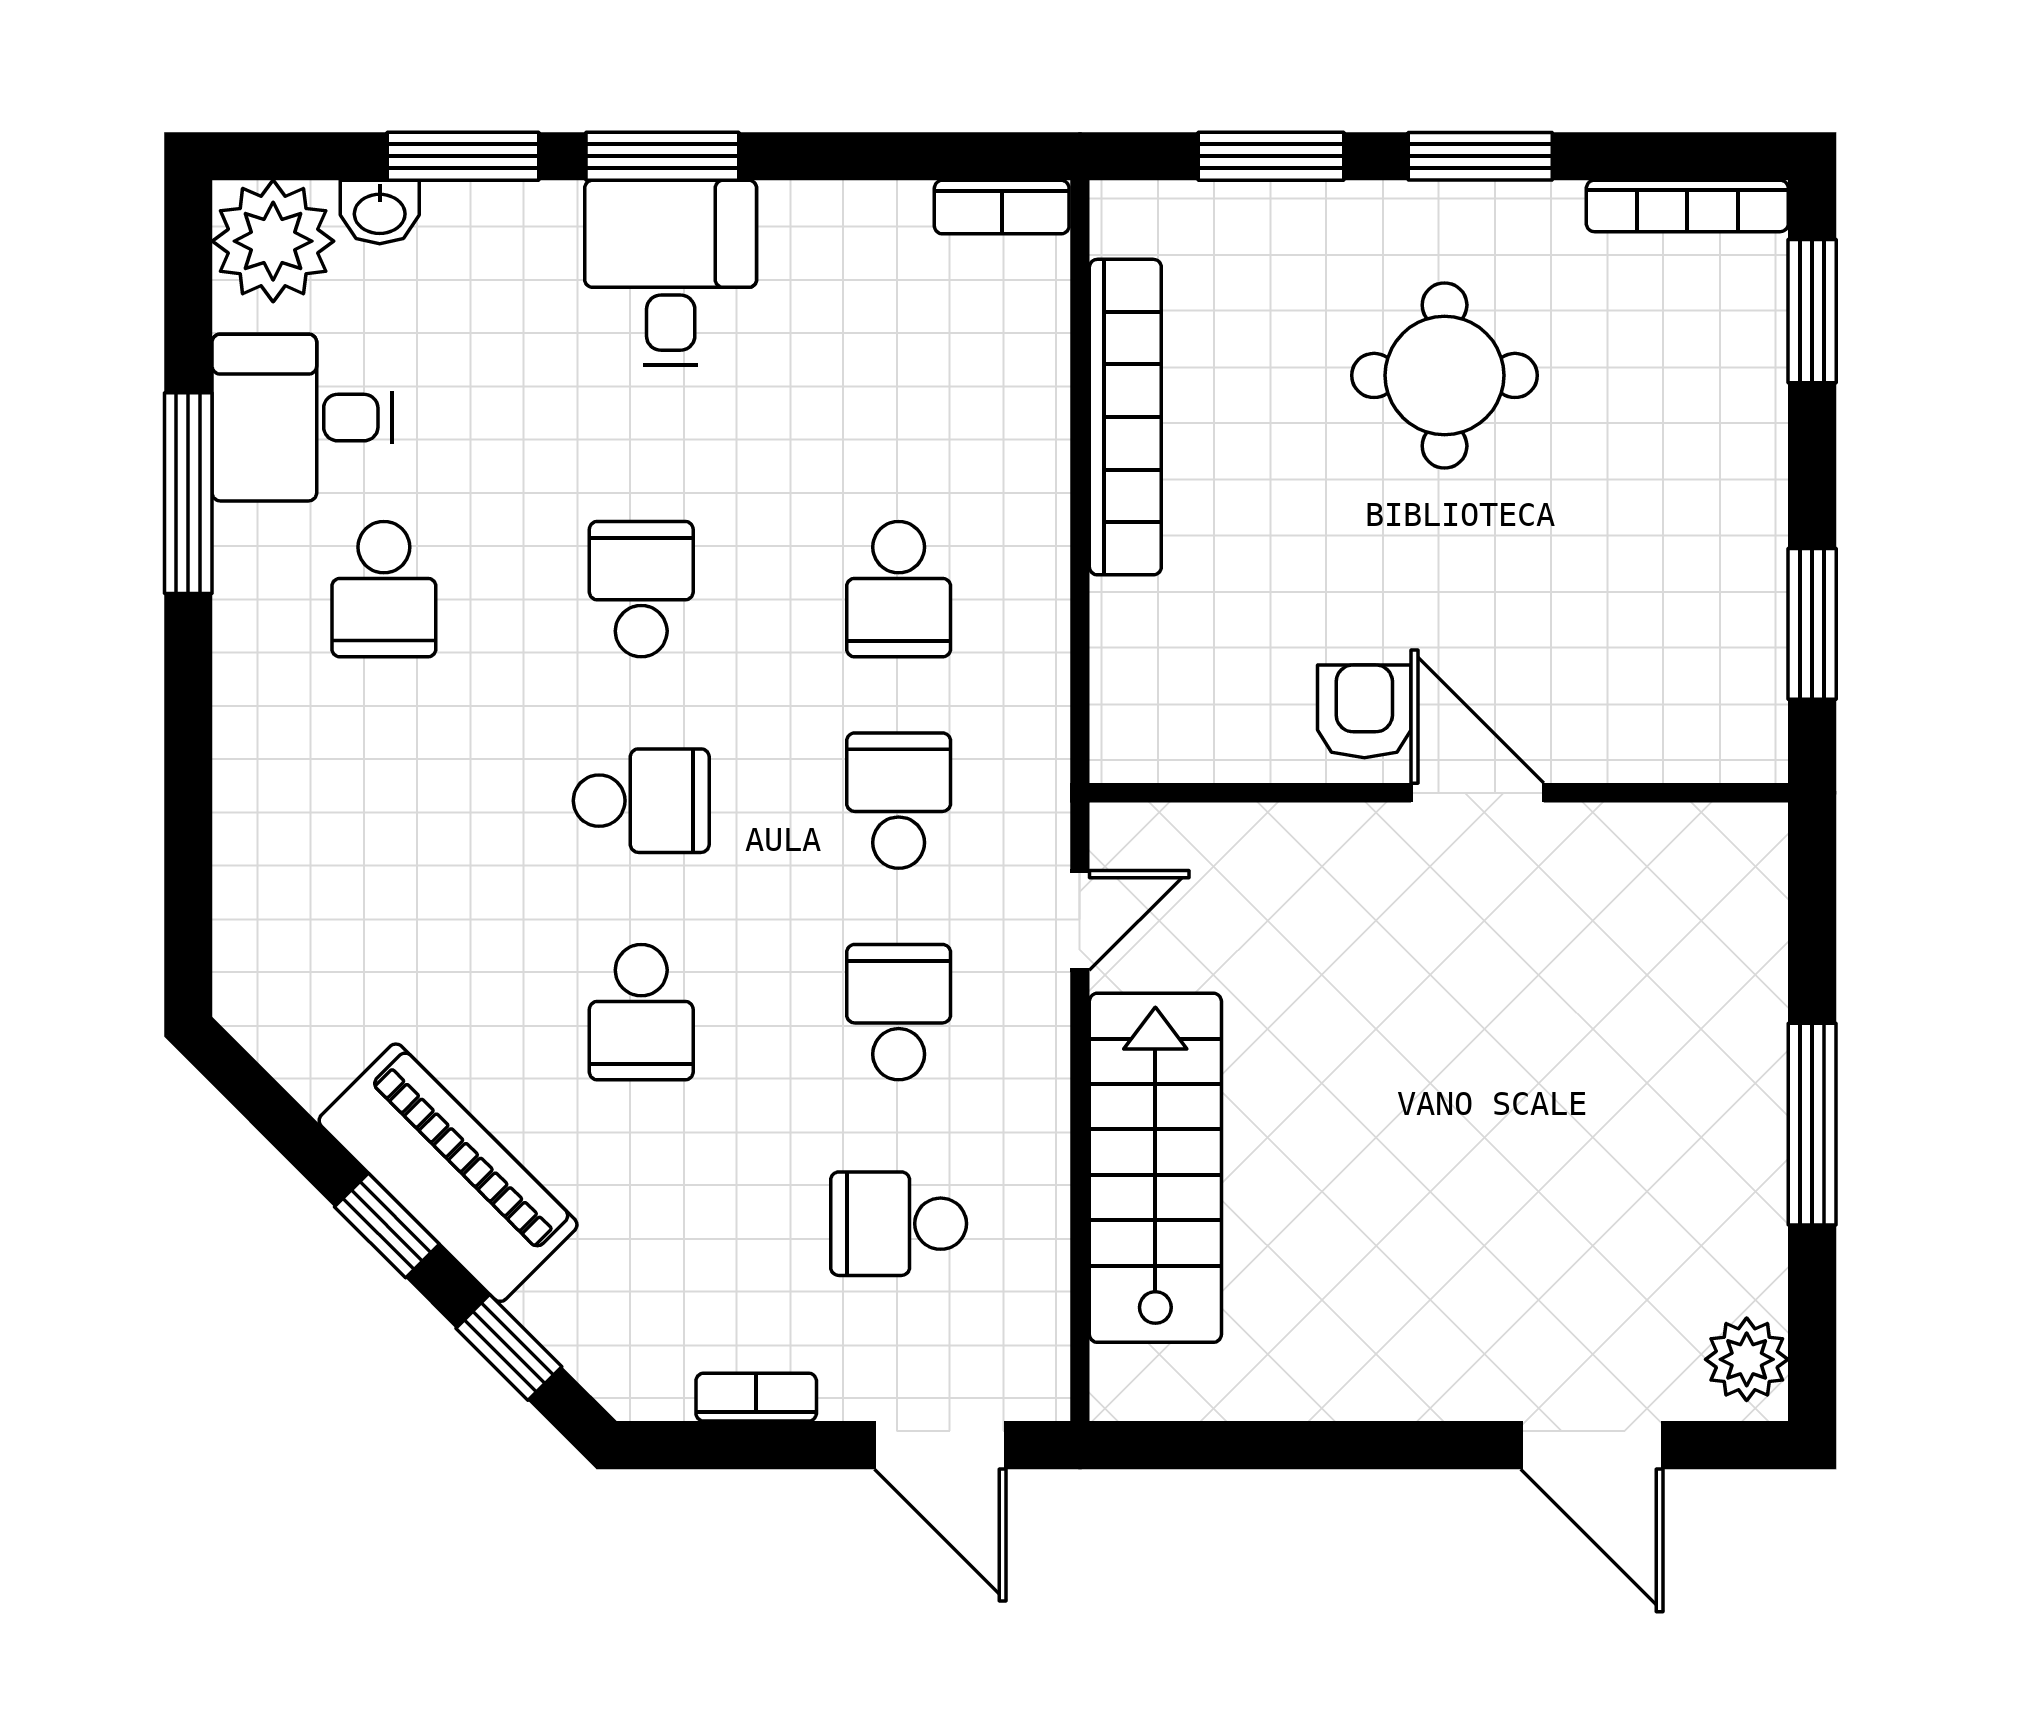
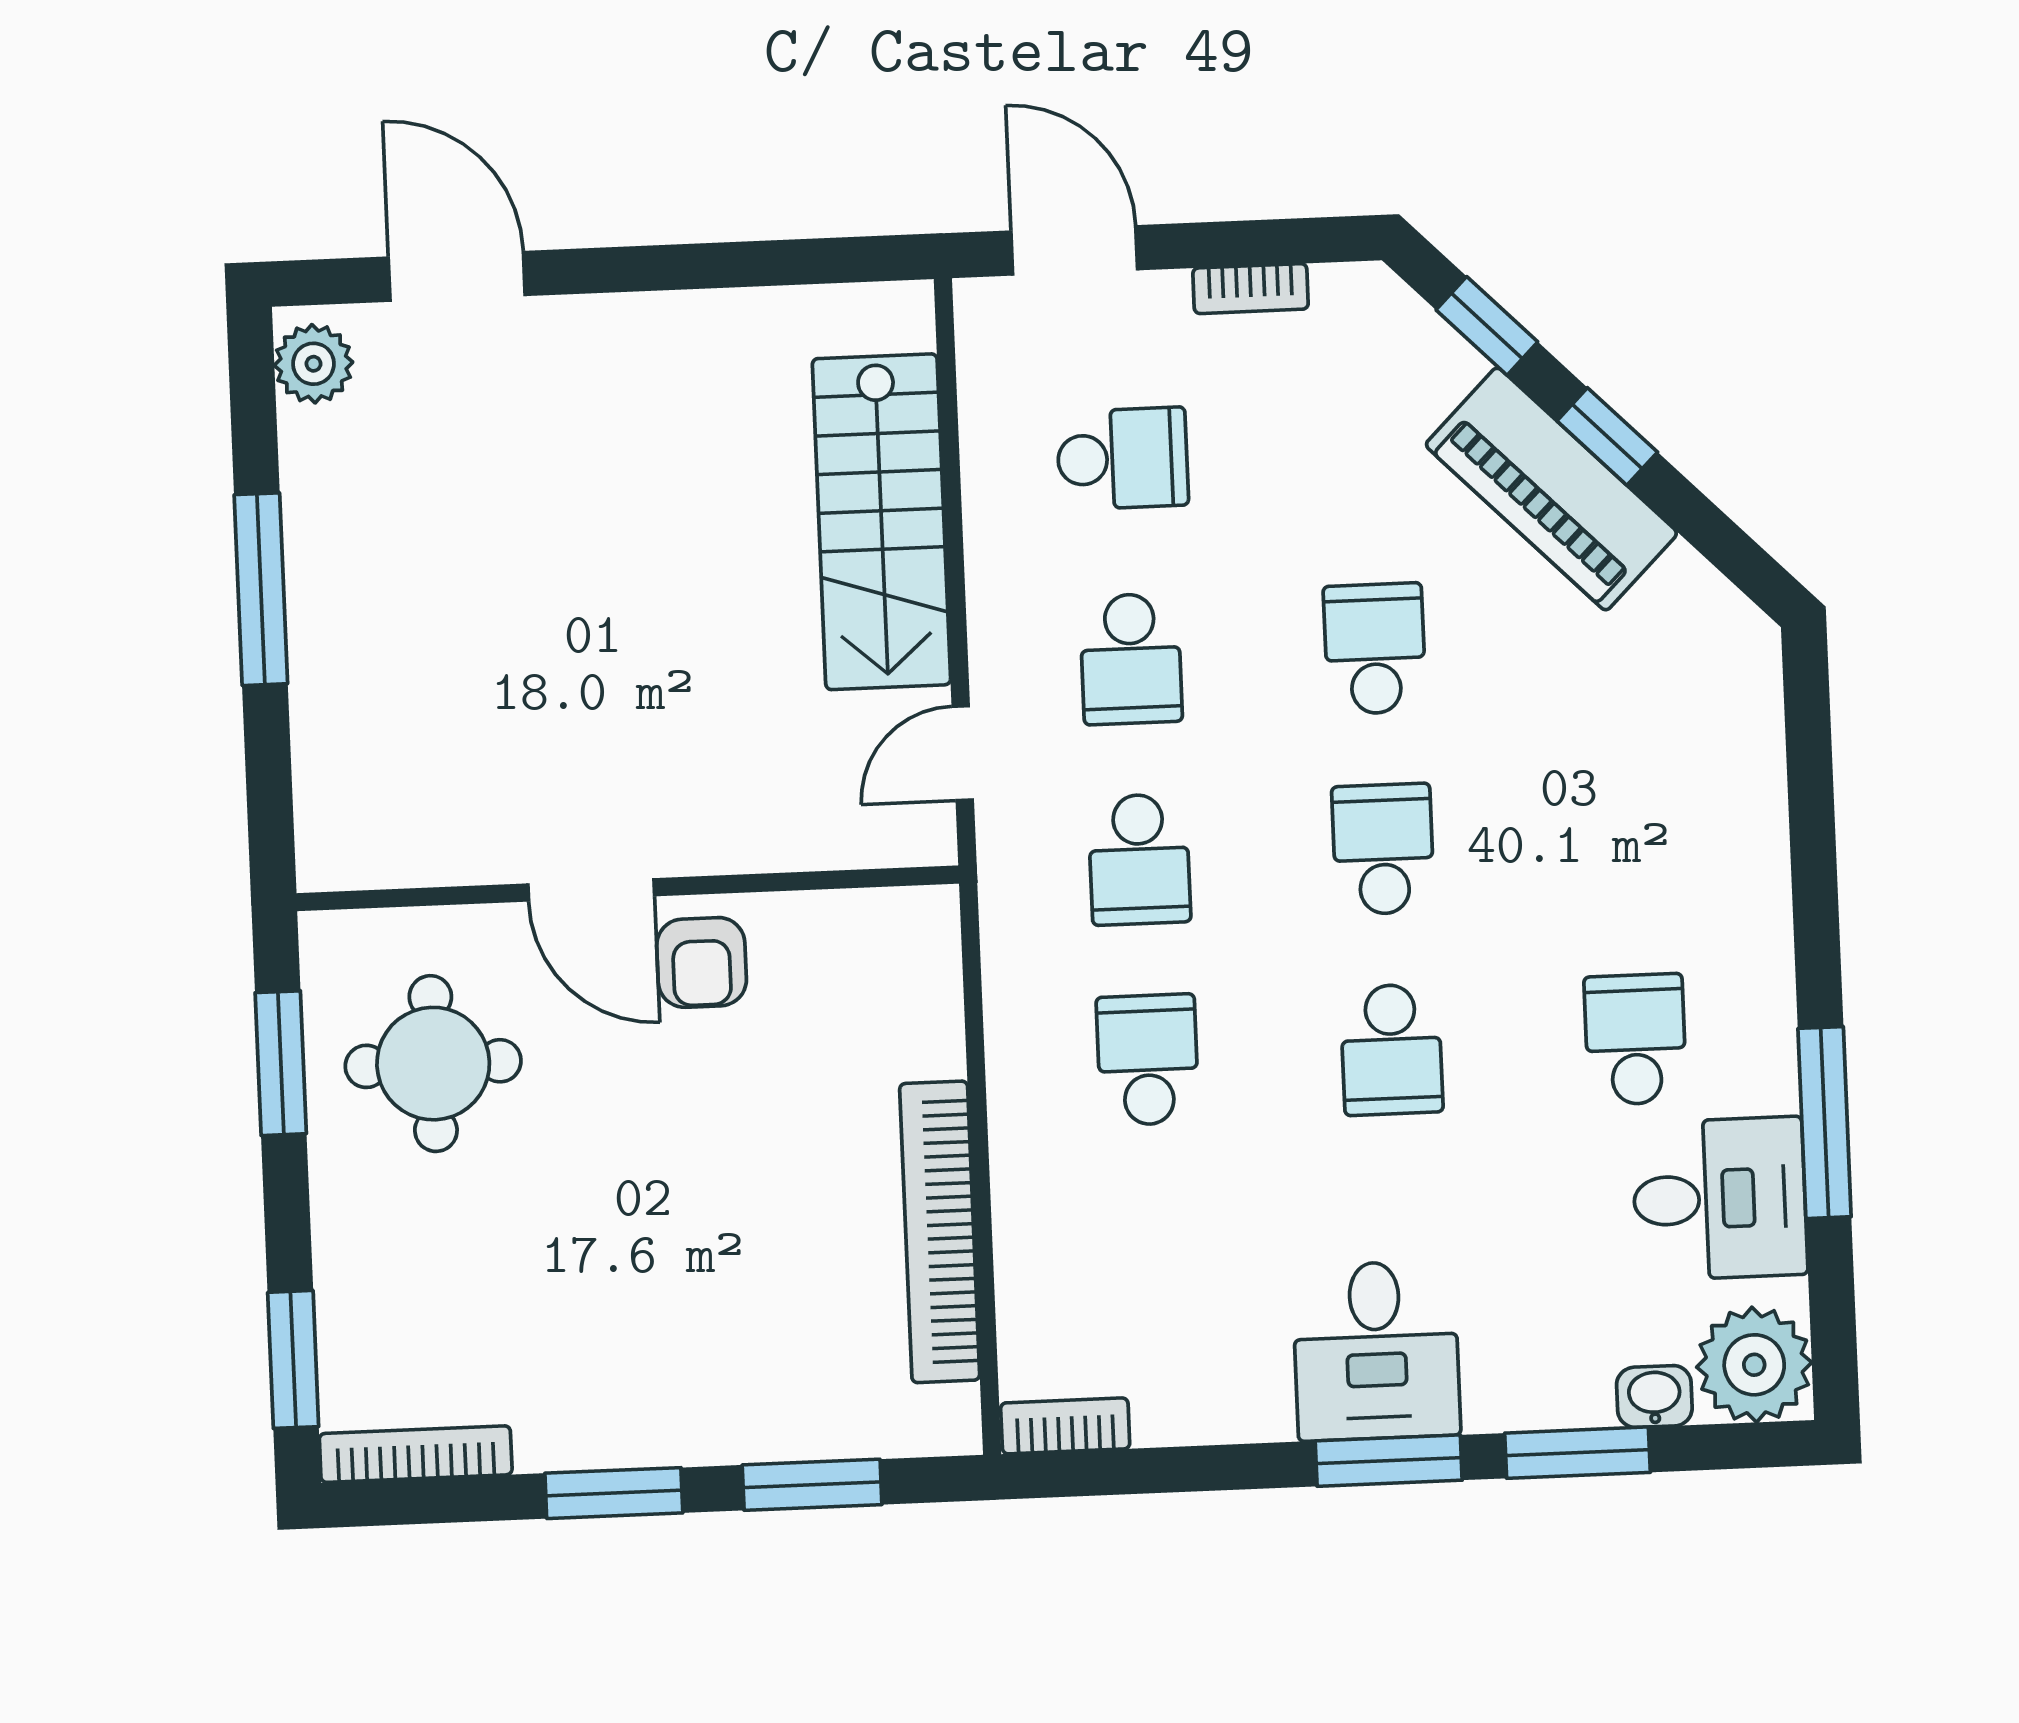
round table: (1445, 375) -> (433, 1064), moved
school desk: (641, 801) -> (1383, 849), turned 90

